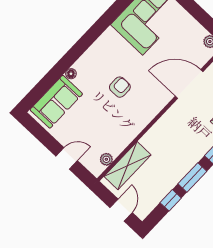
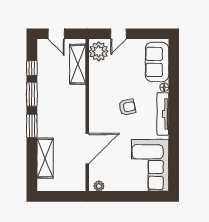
tv unit: (94, 52) -> (163, 114), added
armchair: (120, 87) -> (127, 107), turned -102
plant: (106, 159) -> (99, 51), width x1.88, depth x1.88

